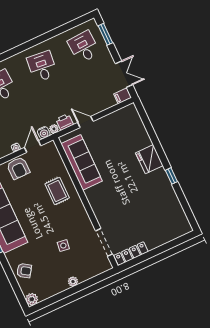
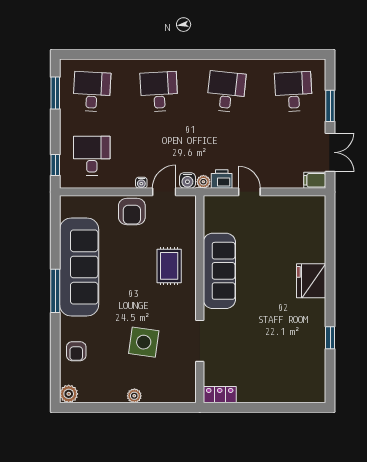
window: (105, 34) -> (330, 106), moved
sofa: (82, 162) -> (219, 271), moved
window: (171, 176) -> (330, 338), moved
doorway: (104, 242) -> (200, 341), moved
side table: (63, 246) -> (144, 342), width x1.87, depth x1.87
locker: (131, 254) -> (220, 395), width x0.66
armchair: (24, 271) -> (76, 351), turned 56

